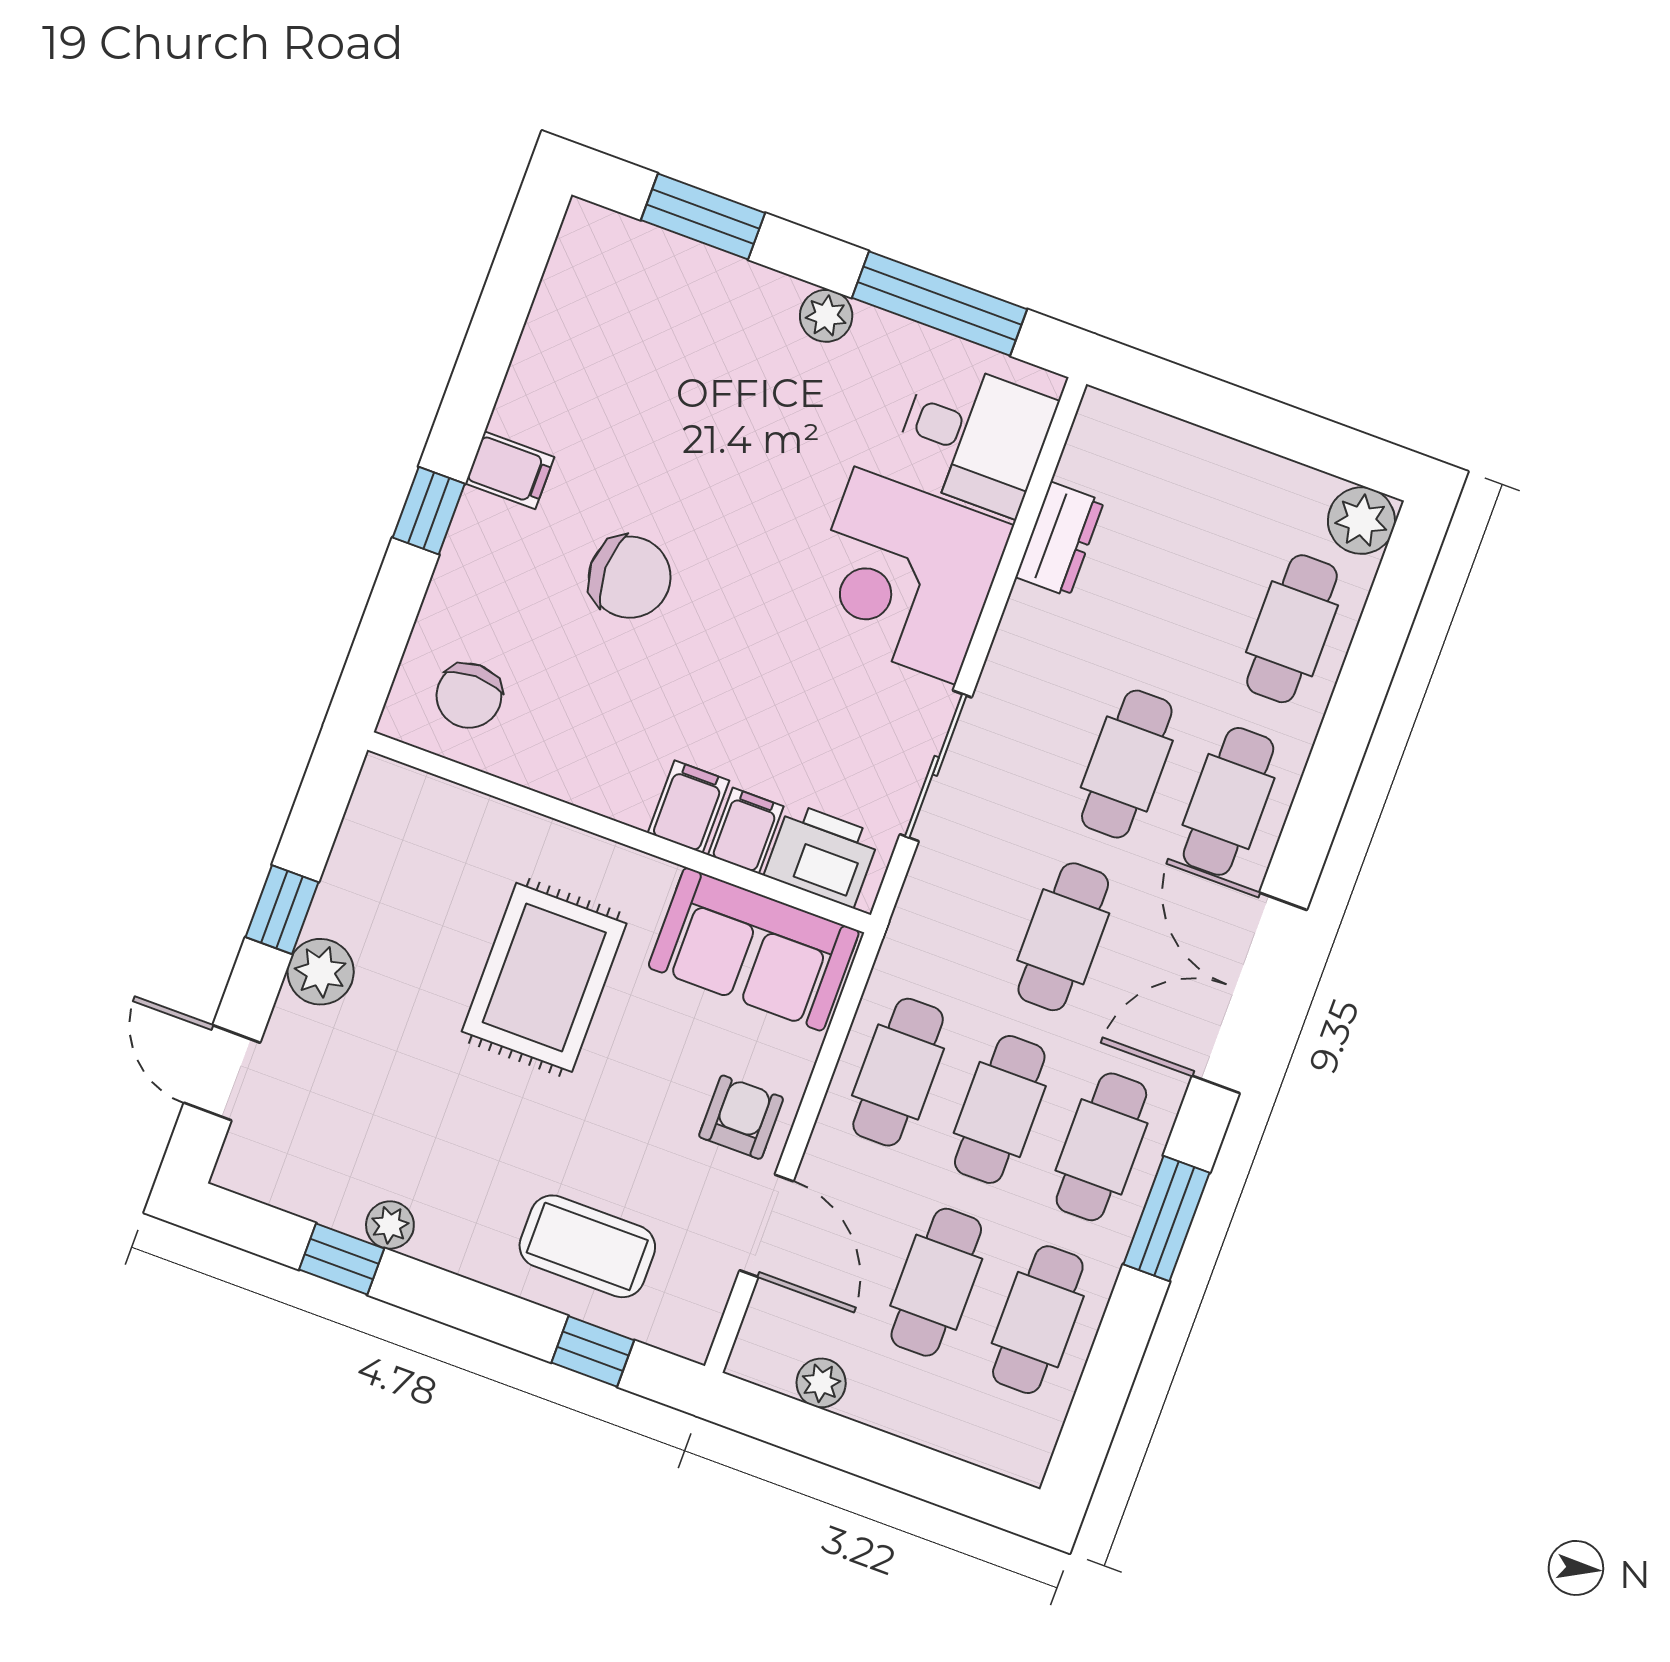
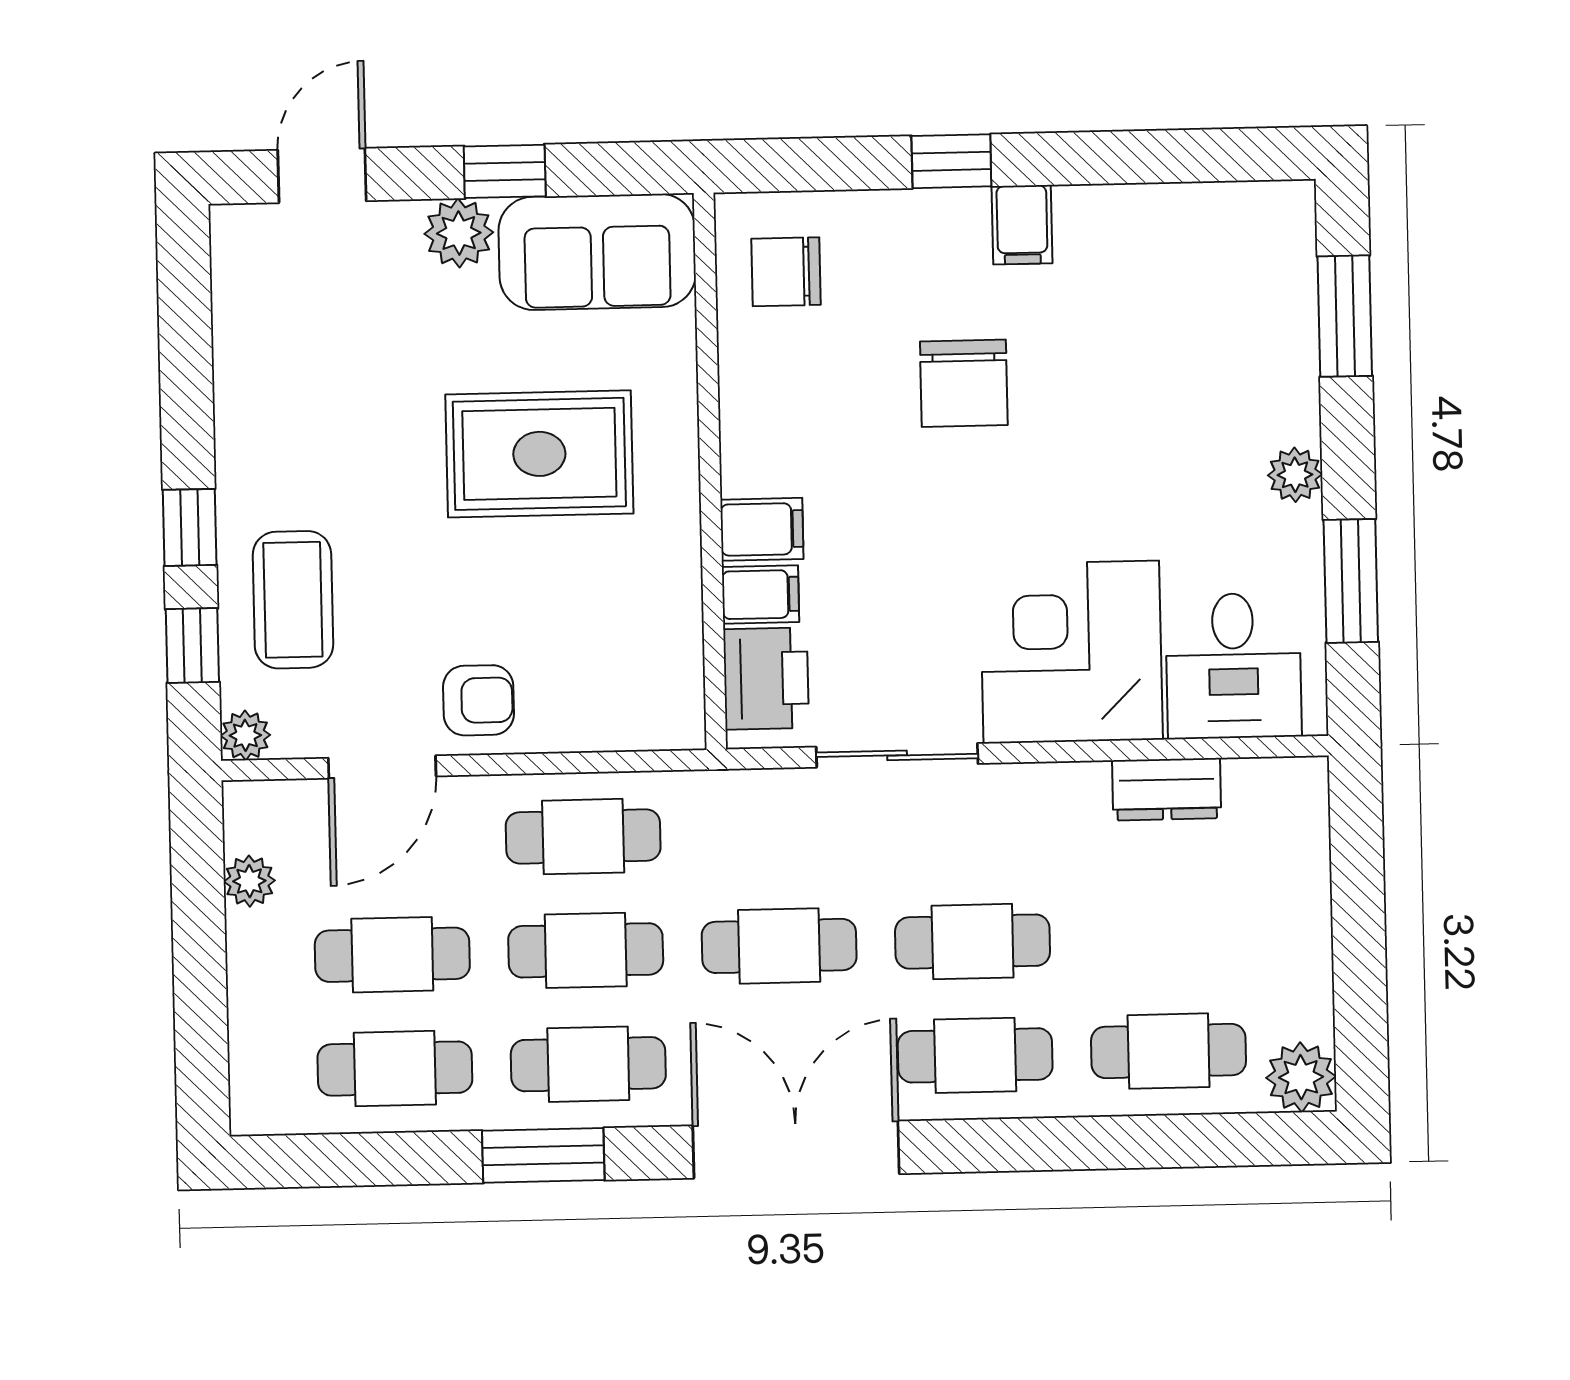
window: (939, 303) -> (1351, 581), width x0.69
sofa: (754, 949) -> (597, 252), moved, turned -90
plant: (390, 1225) -> (245, 735), moved
window: (342, 1259) -> (190, 527), moved

